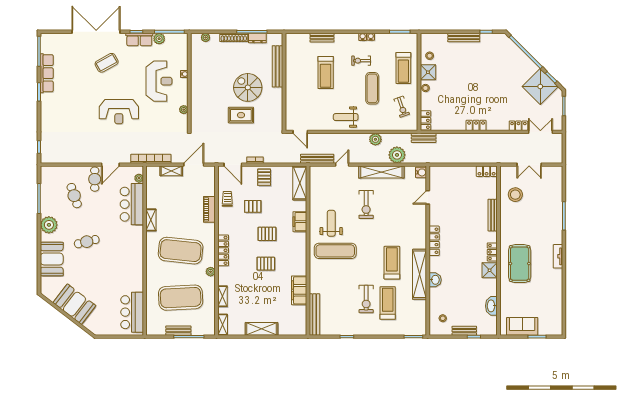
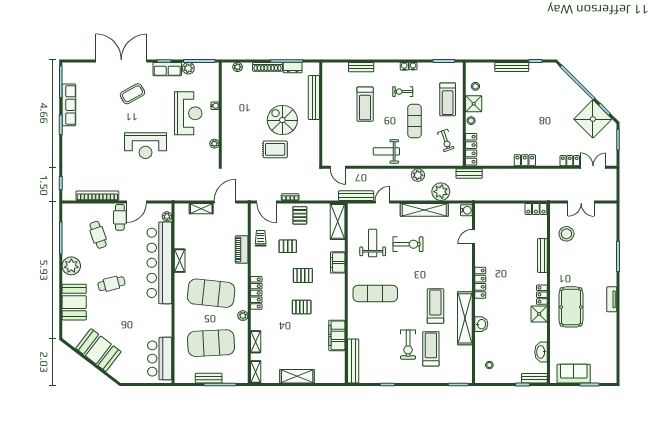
locker: (425, 120) -> (471, 149), width x1.53
bookcase: (151, 159) -> (97, 196), moved
bar counter: (132, 204) -> (159, 263), width x1.86
exercise bike: (366, 204) -> (408, 244), turned -90
weight bench: (331, 223) -> (373, 243), moved
bench: (464, 331) -> (534, 378), moved

